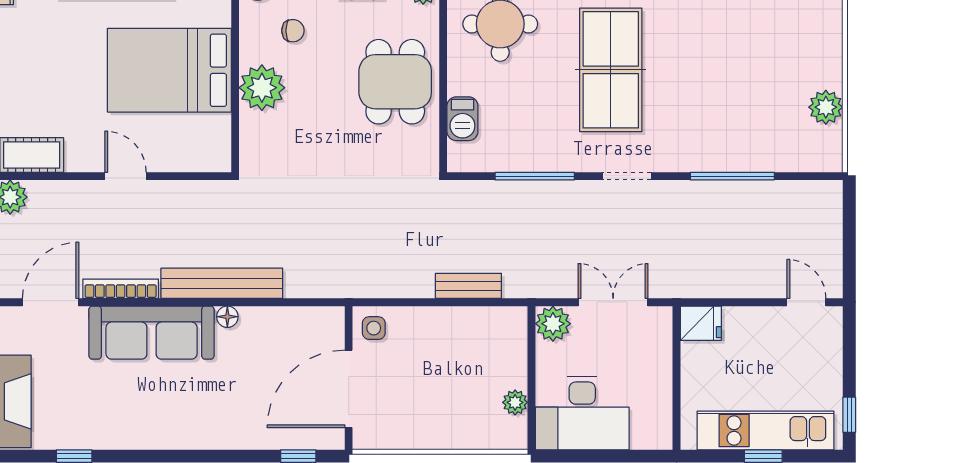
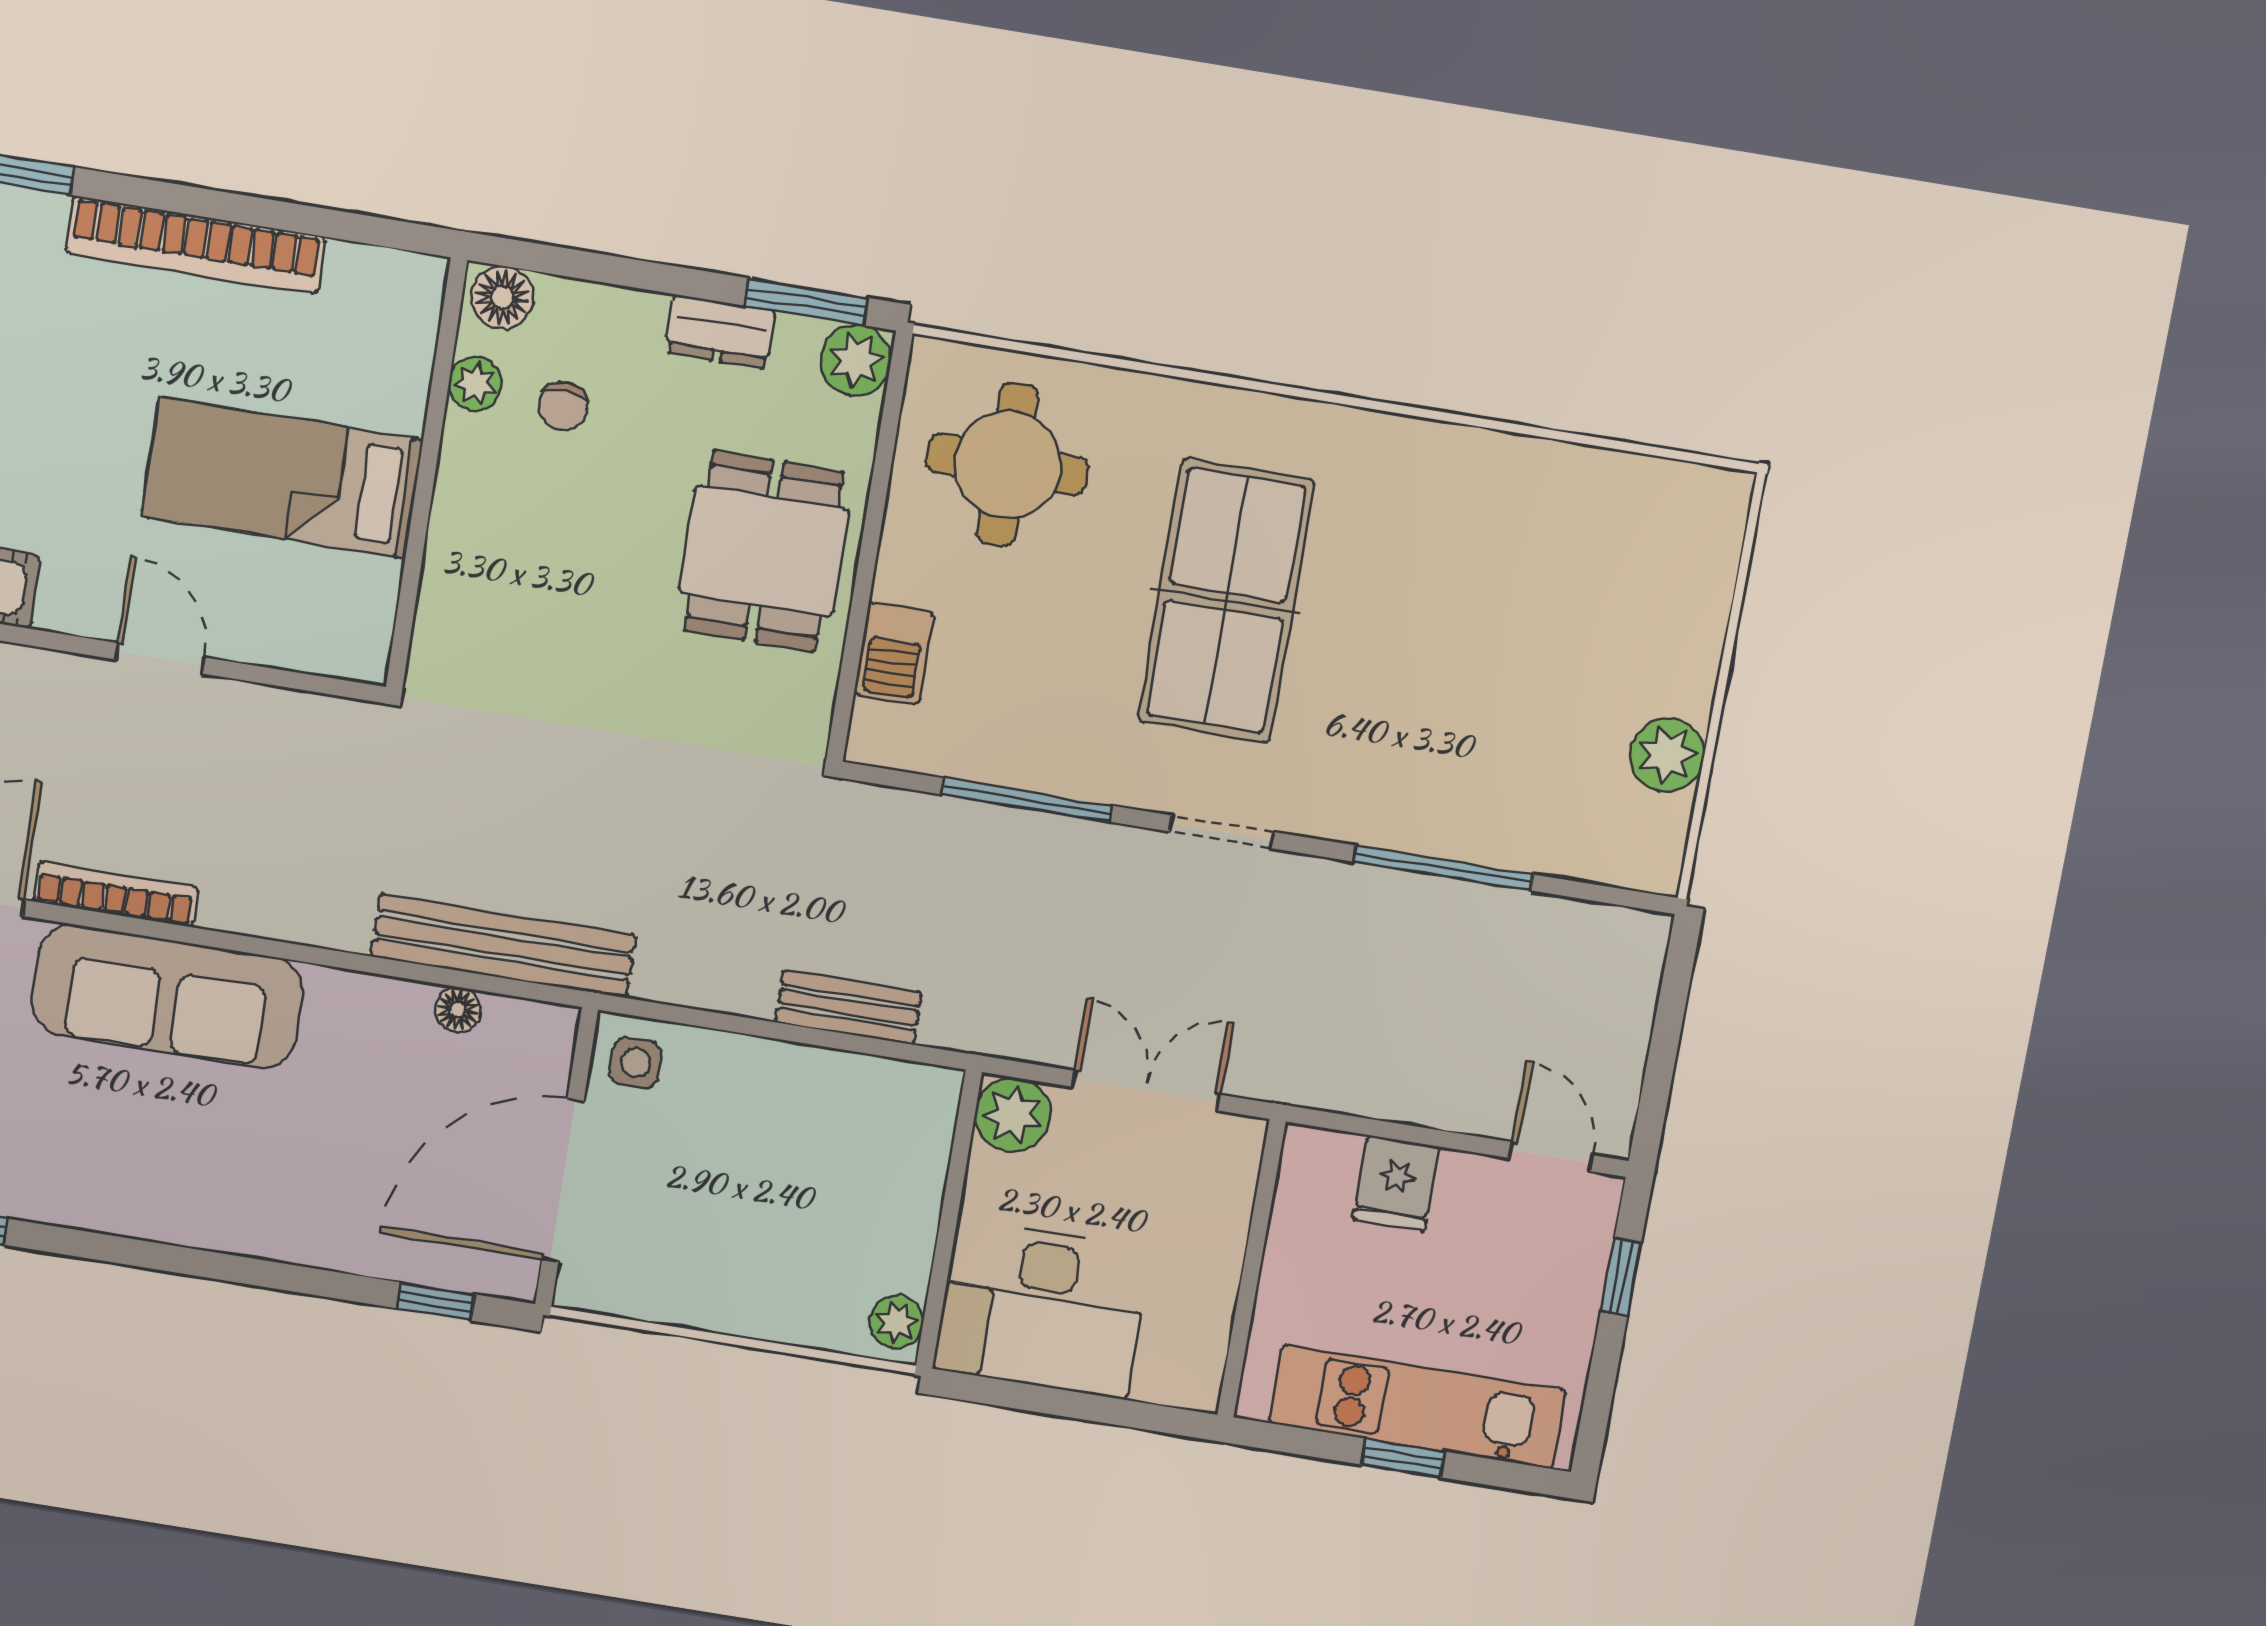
chair: (293, 31) -> (563, 406), turned 90
bed: (169, 70) -> (282, 478), width x0.67
plant: (262, 88) -> (475, 384), moved, width x0.53, depth x0.53
bench: (222, 283) -> (503, 946), moved
floor lamp: (227, 317) -> (458, 1010), moved
fridge: (701, 323) -> (1396, 1183), moved, turned 90
plant: (515, 402) -> (896, 1322), moved
window: (849, 415) -> (1621, 1277), moved

